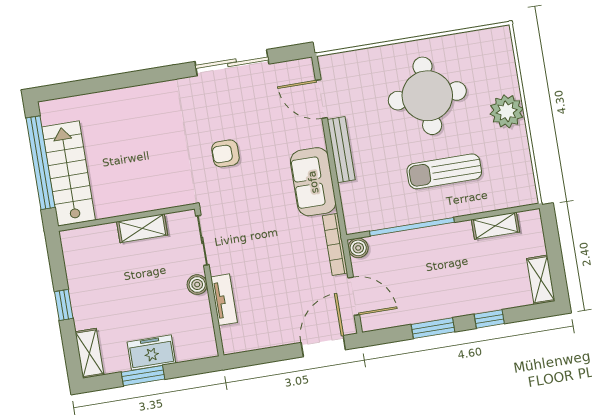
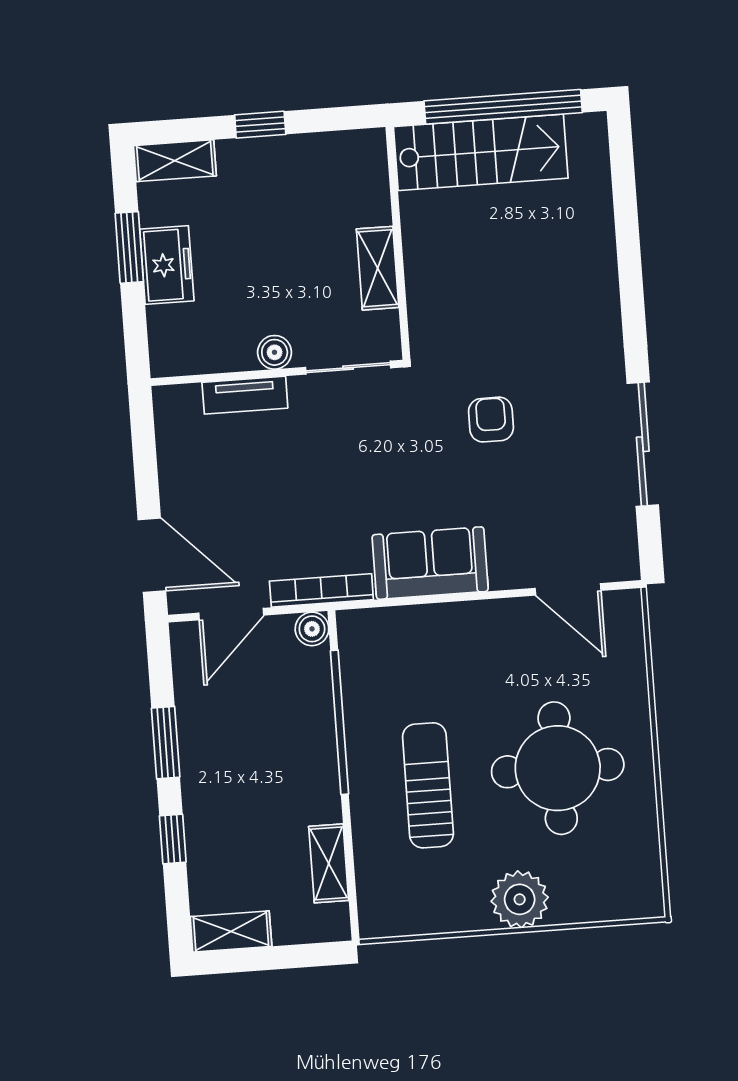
door: (321, 99) -> (568, 589), swing flipped
bench: (341, 150) -> (480, 615), removed

